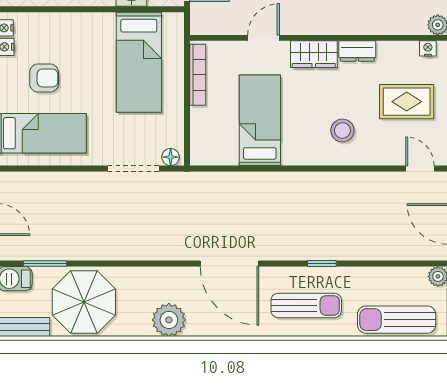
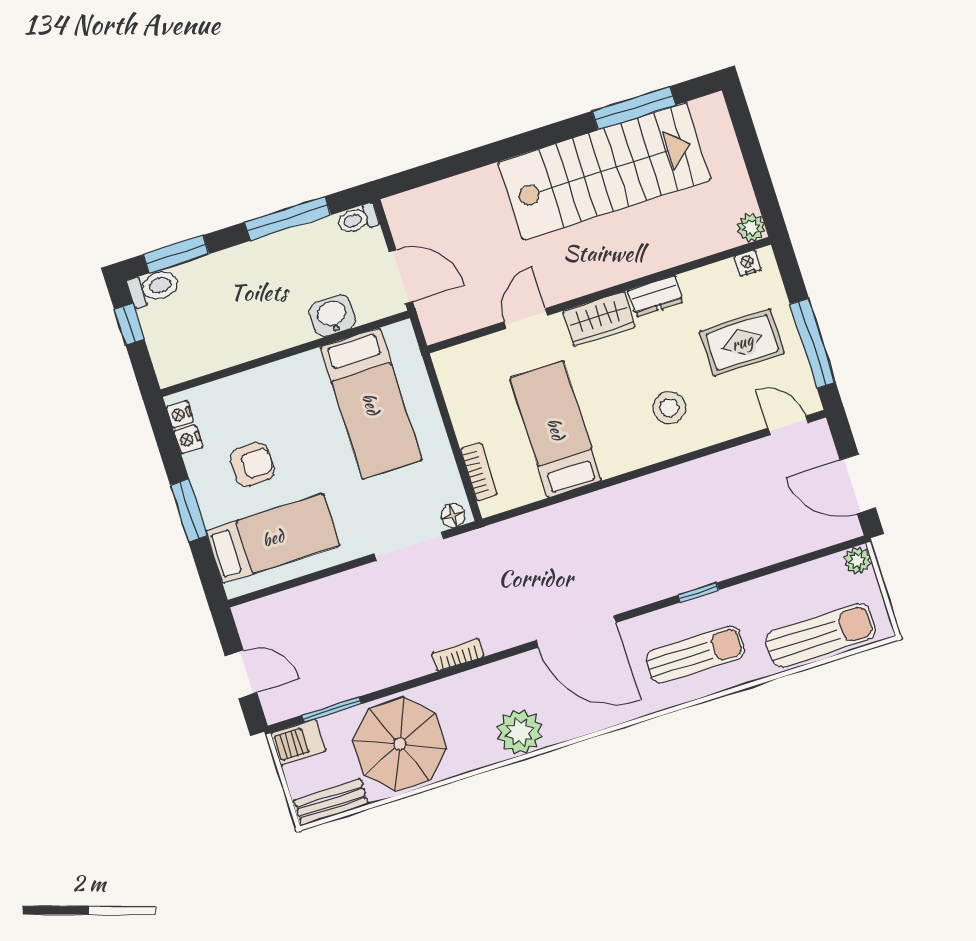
bookcase: (198, 75) -> (479, 472), moved, width x0.64
bookcase: (143, 254) -> (458, 655), added
sun lounger: (397, 320) -> (821, 635), turned 180

